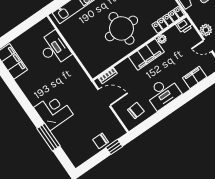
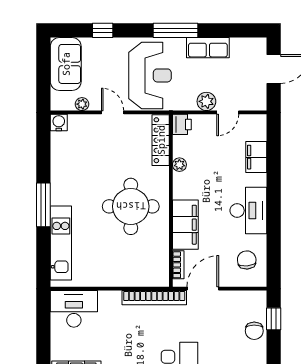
desk: (54, 48) -> (74, 309), moved
filing cabinet: (146, 54) -> (185, 225), moved
bookcase: (81, 75) -> (154, 298), added

